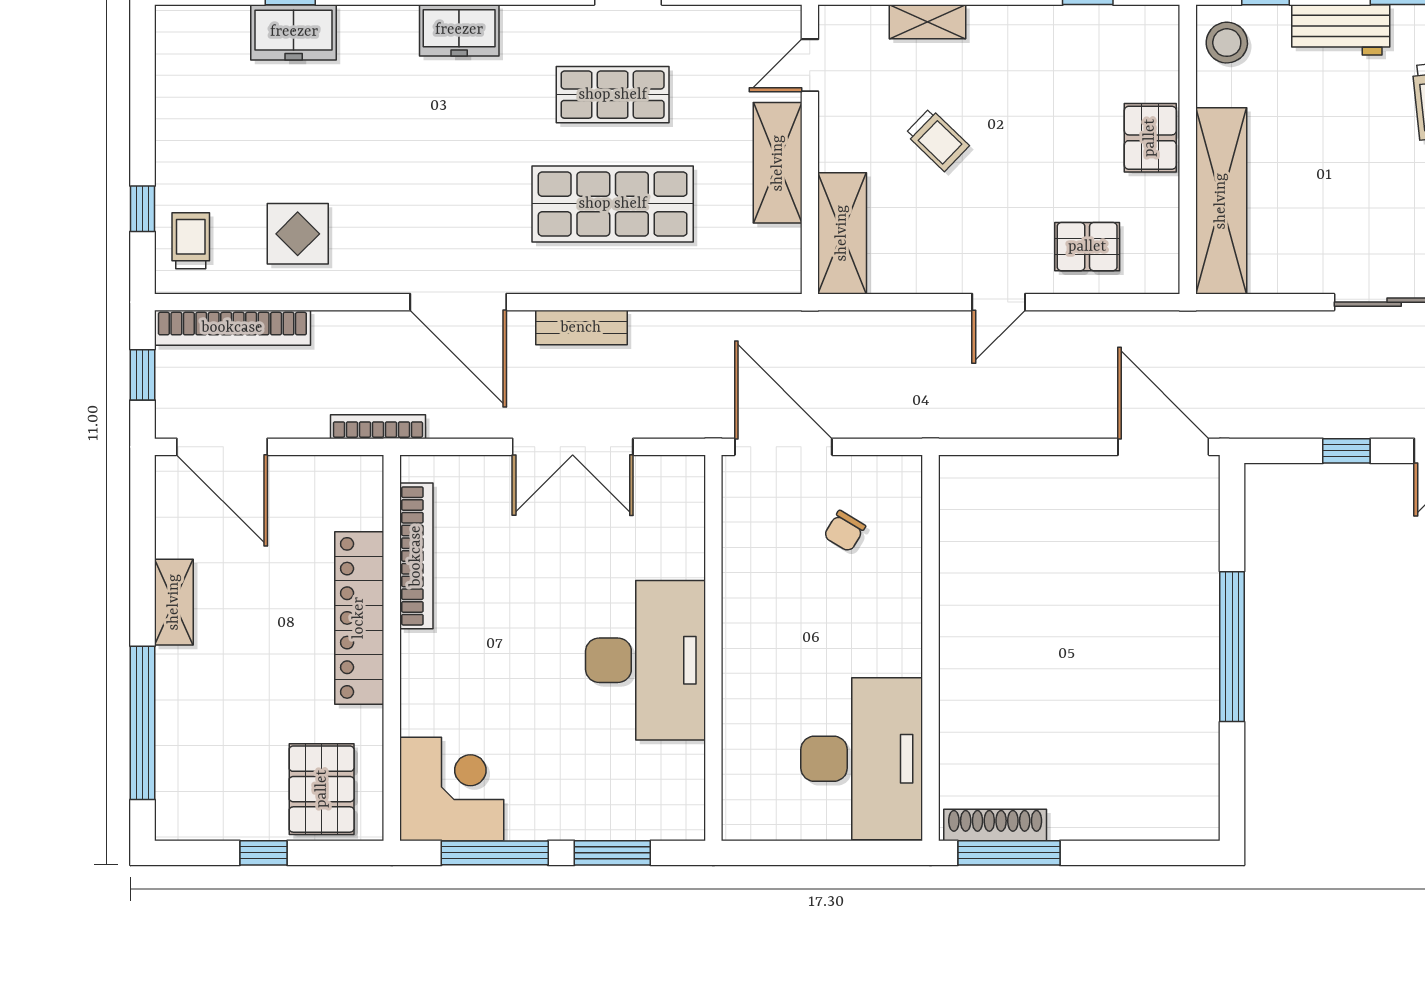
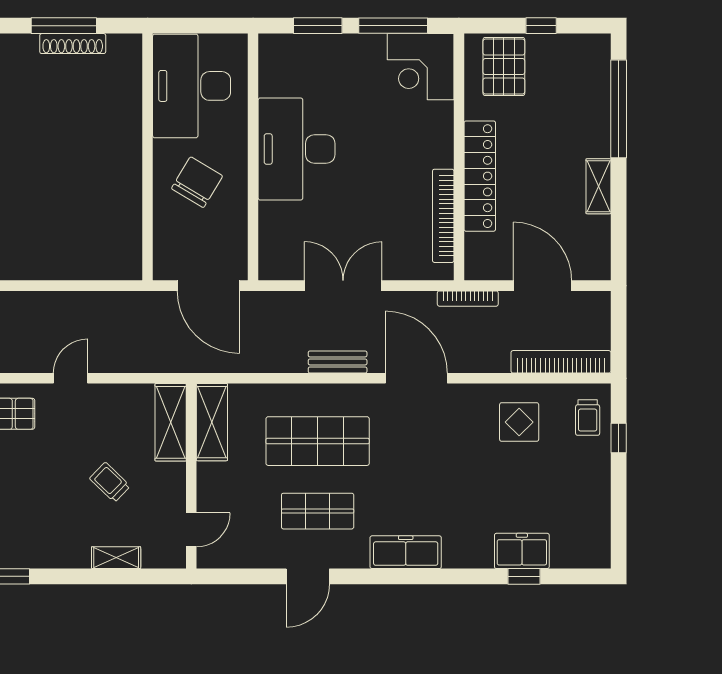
freezer: (459, 30) -> (406, 552), width x1.40
shelving: (778, 163) -> (212, 422), moved
window: (142, 375) -> (619, 332), removed
door: (222, 447) -> (543, 286), moved
chair: (845, 531) -> (197, 182), moved, width x1.87, depth x1.87
wall: (930, 648) -> (148, 157), moved
desk: (862, 759) -> (192, 86), moved

